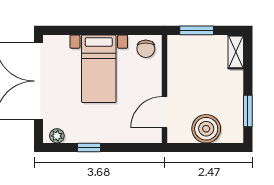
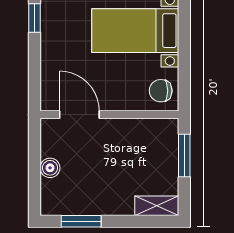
boiler: (206, 129) -> (50, 168), width x0.54, depth x0.54

